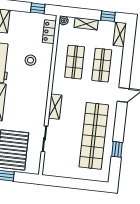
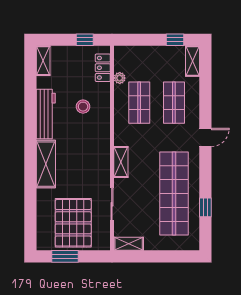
plant: (64, 21) -> (120, 78), moved
shelving: (86, 24) -> (129, 244), moved

